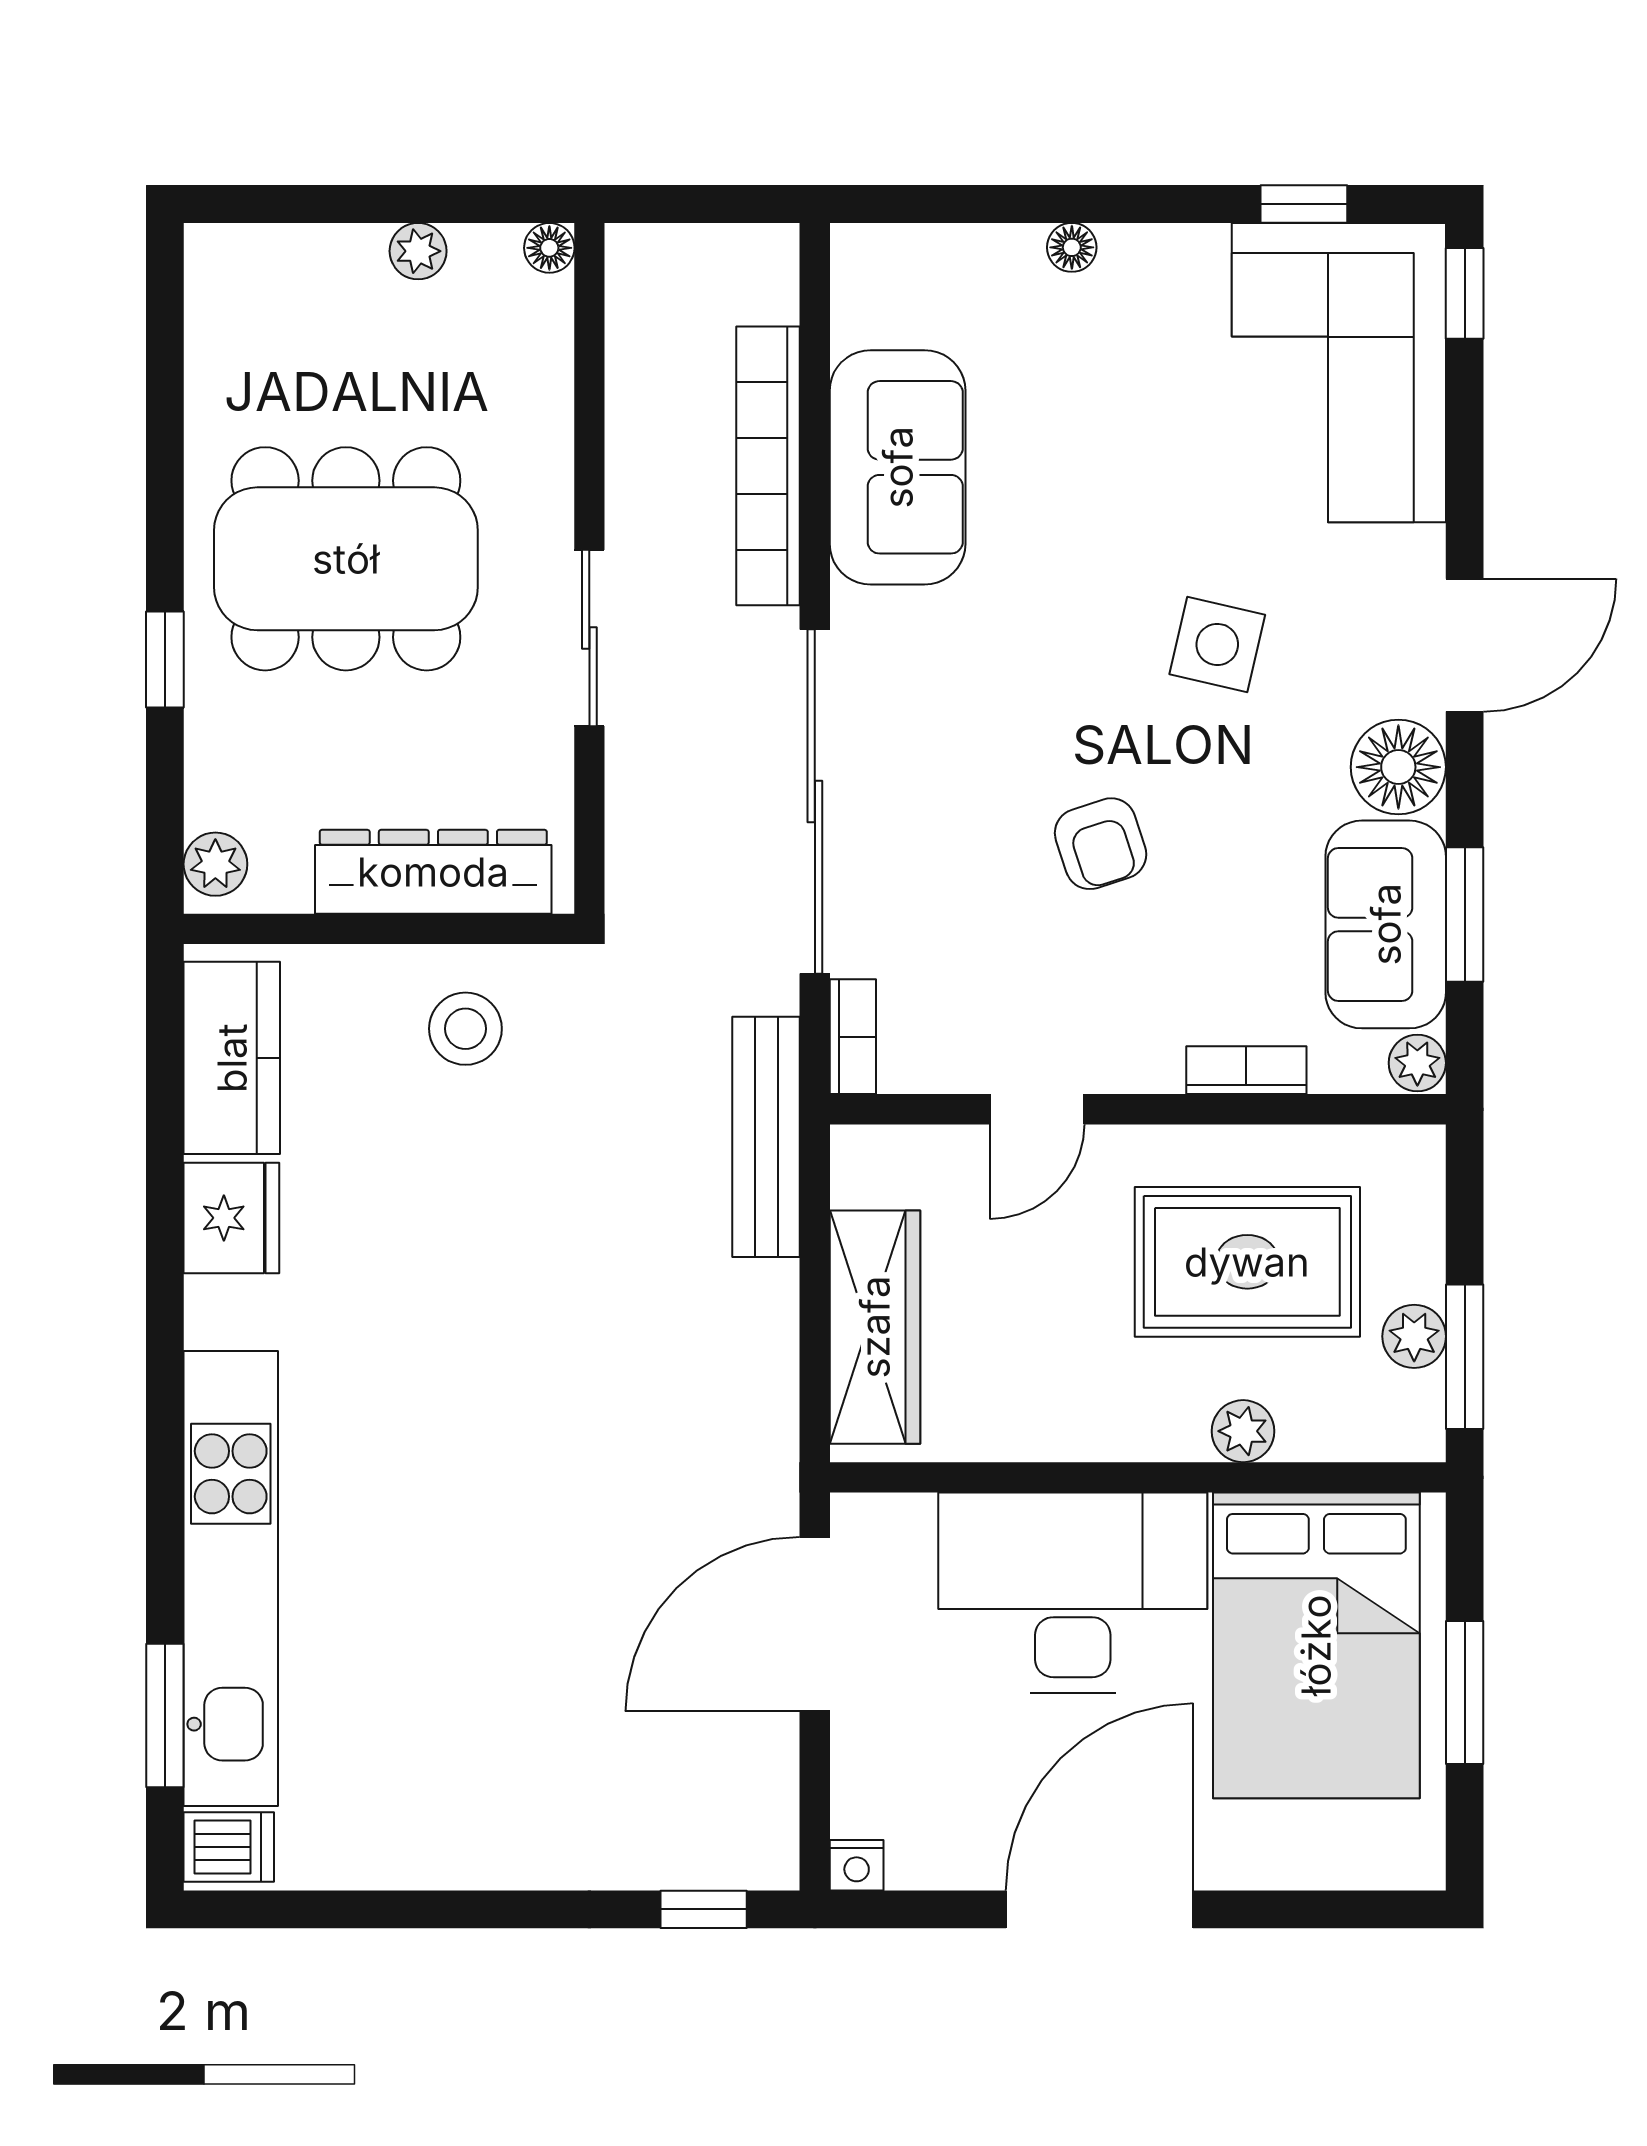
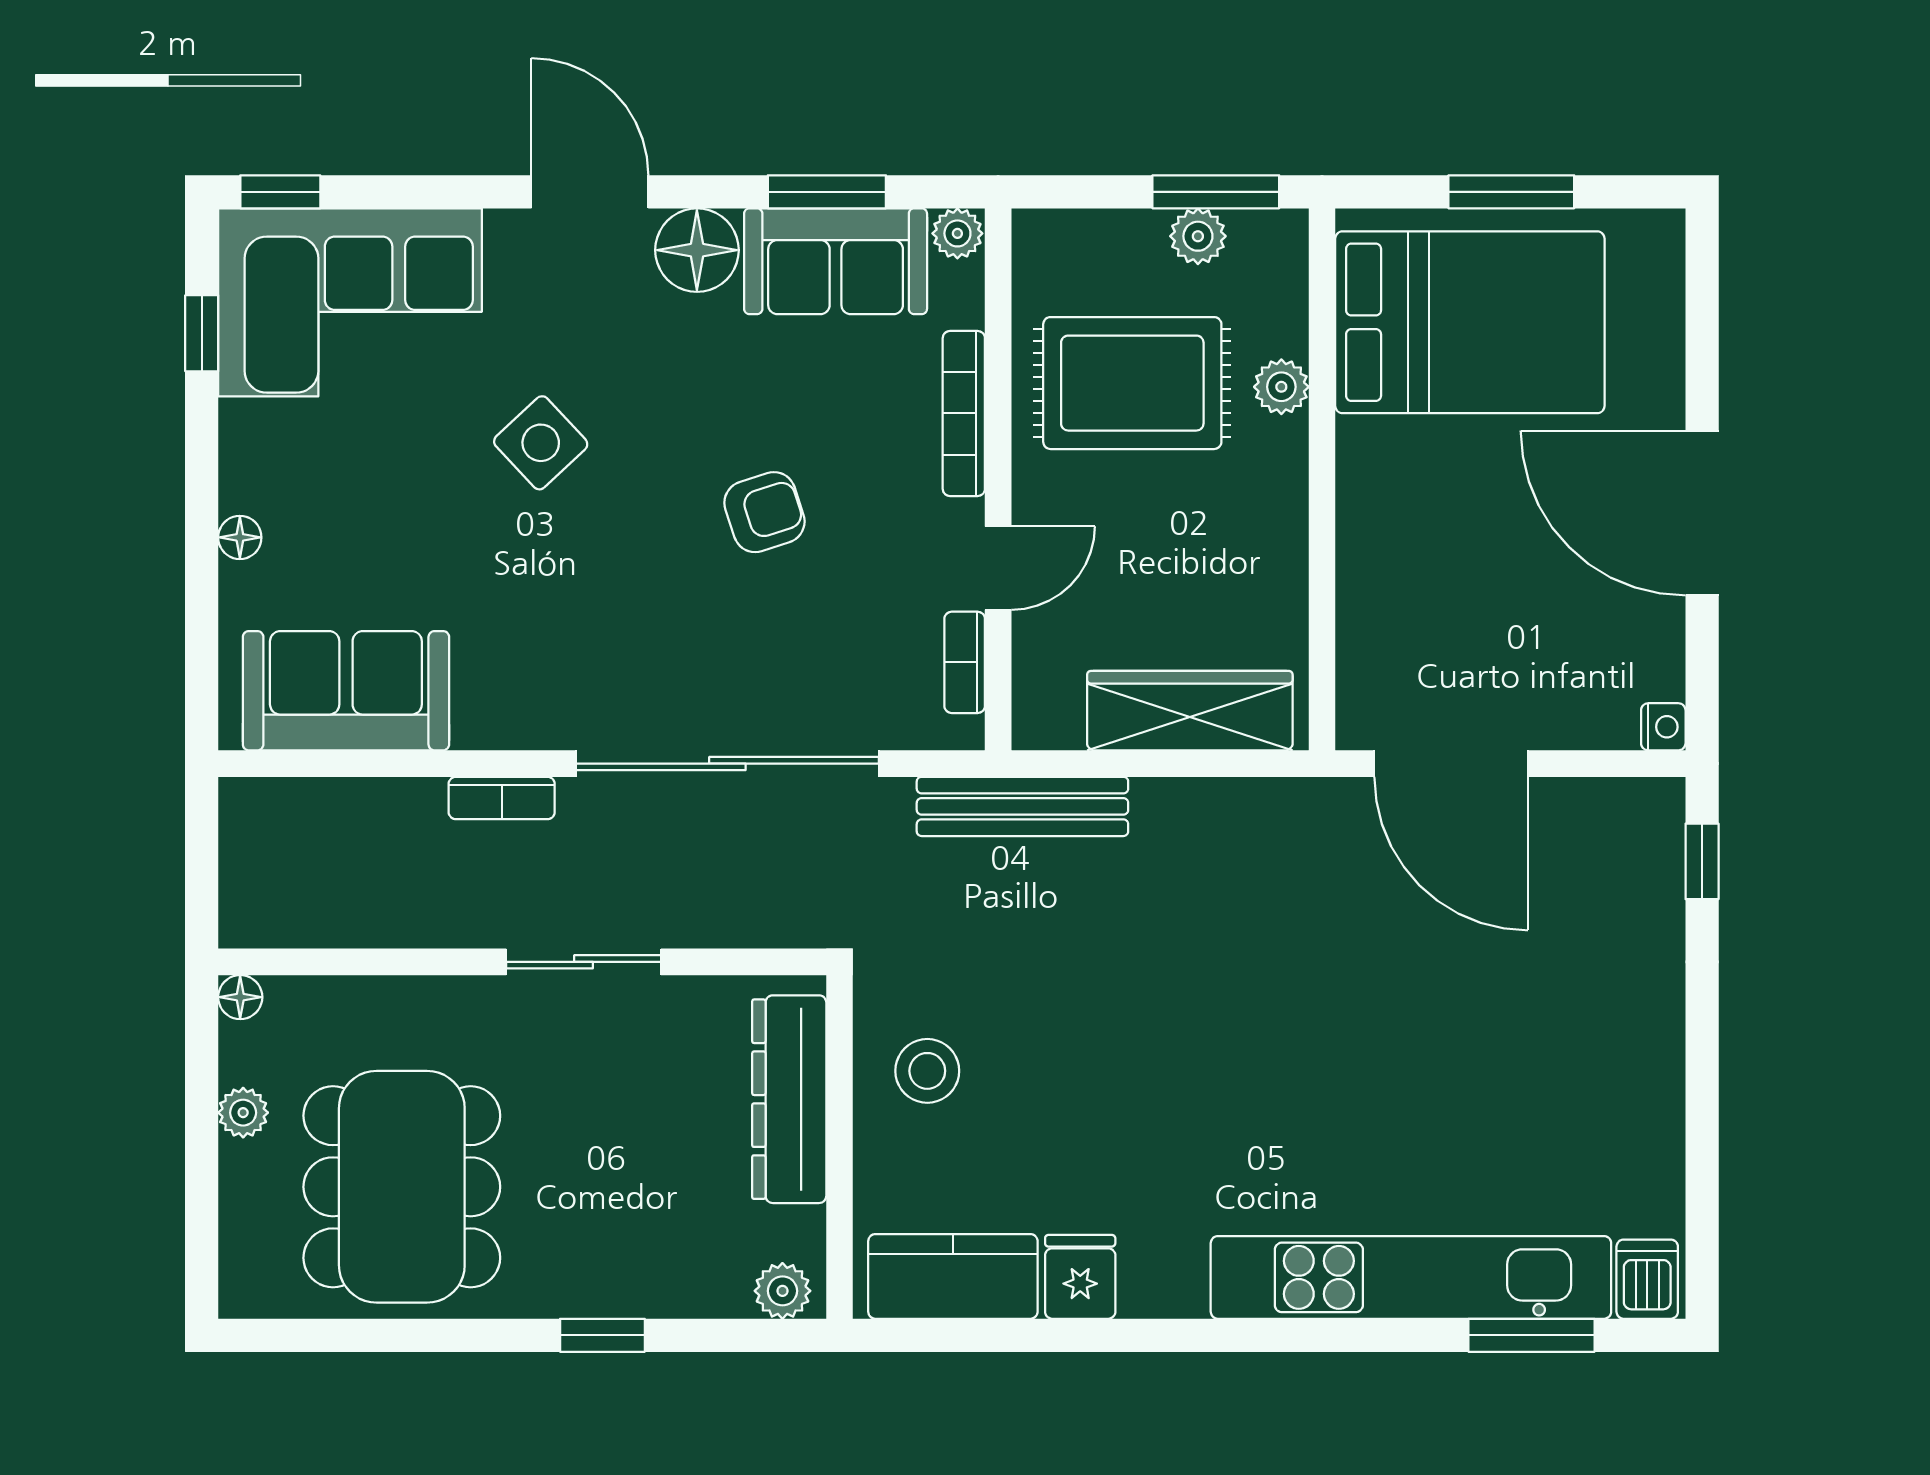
bookcase: (768, 466) -> (502, 798), width x0.43, depth x0.76
sofa: (898, 467) -> (346, 691), moved
dining table: (346, 559) -> (402, 1187), moved
side table: (1217, 644) -> (541, 443), moved, turned 34
bookcase: (853, 1037) -> (965, 662), moved, turned -90
bookcase: (1246, 1070) -> (964, 413), width x1.56
door: (1037, 1109) -> (998, 568), hinge flipped
fridge: (231, 1218) -> (1080, 1277), width x0.72
rug: (1247, 1262) -> (1132, 383), turned 90
desk: (1073, 1593) -> (1424, 537), removed

